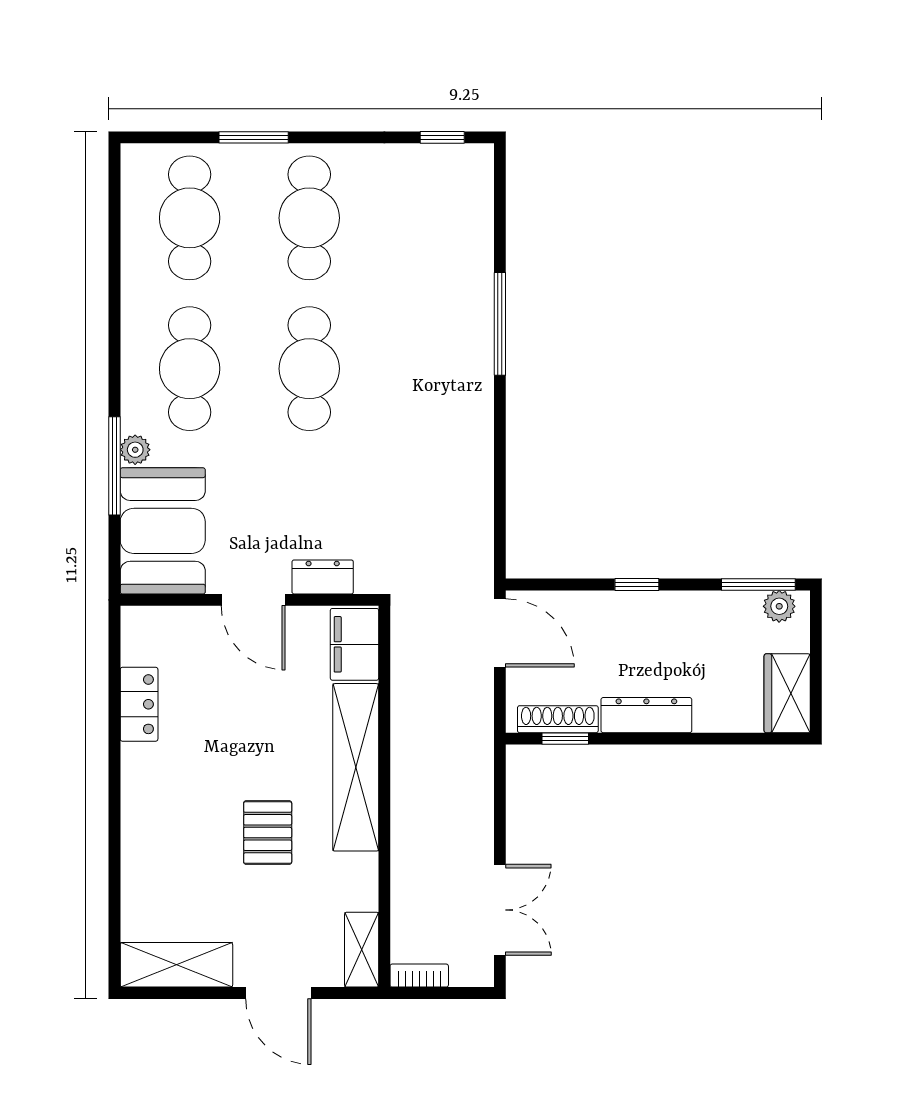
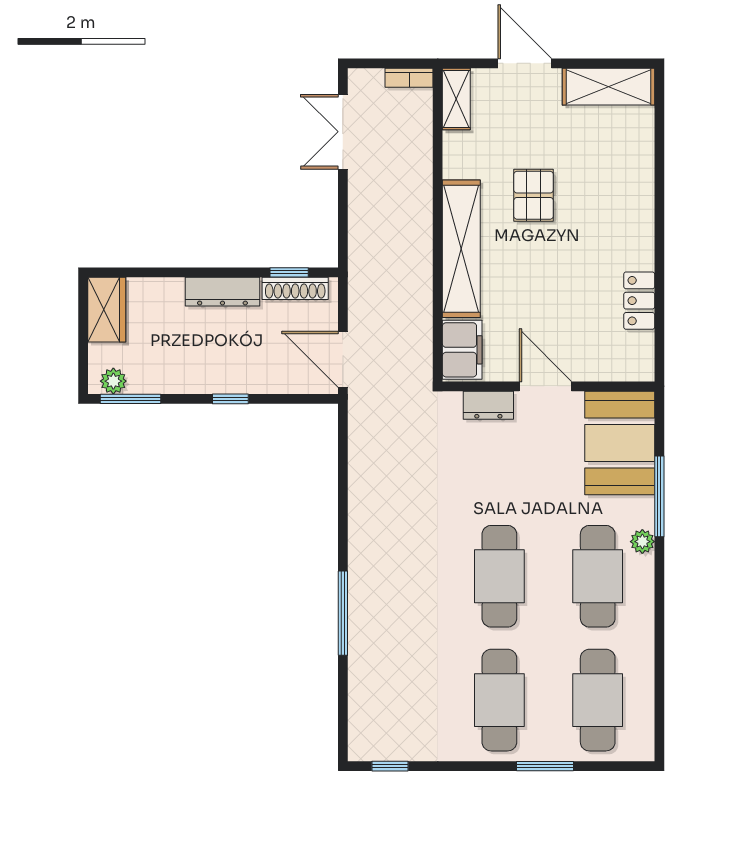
plant: (135, 450) -> (642, 542), moved

